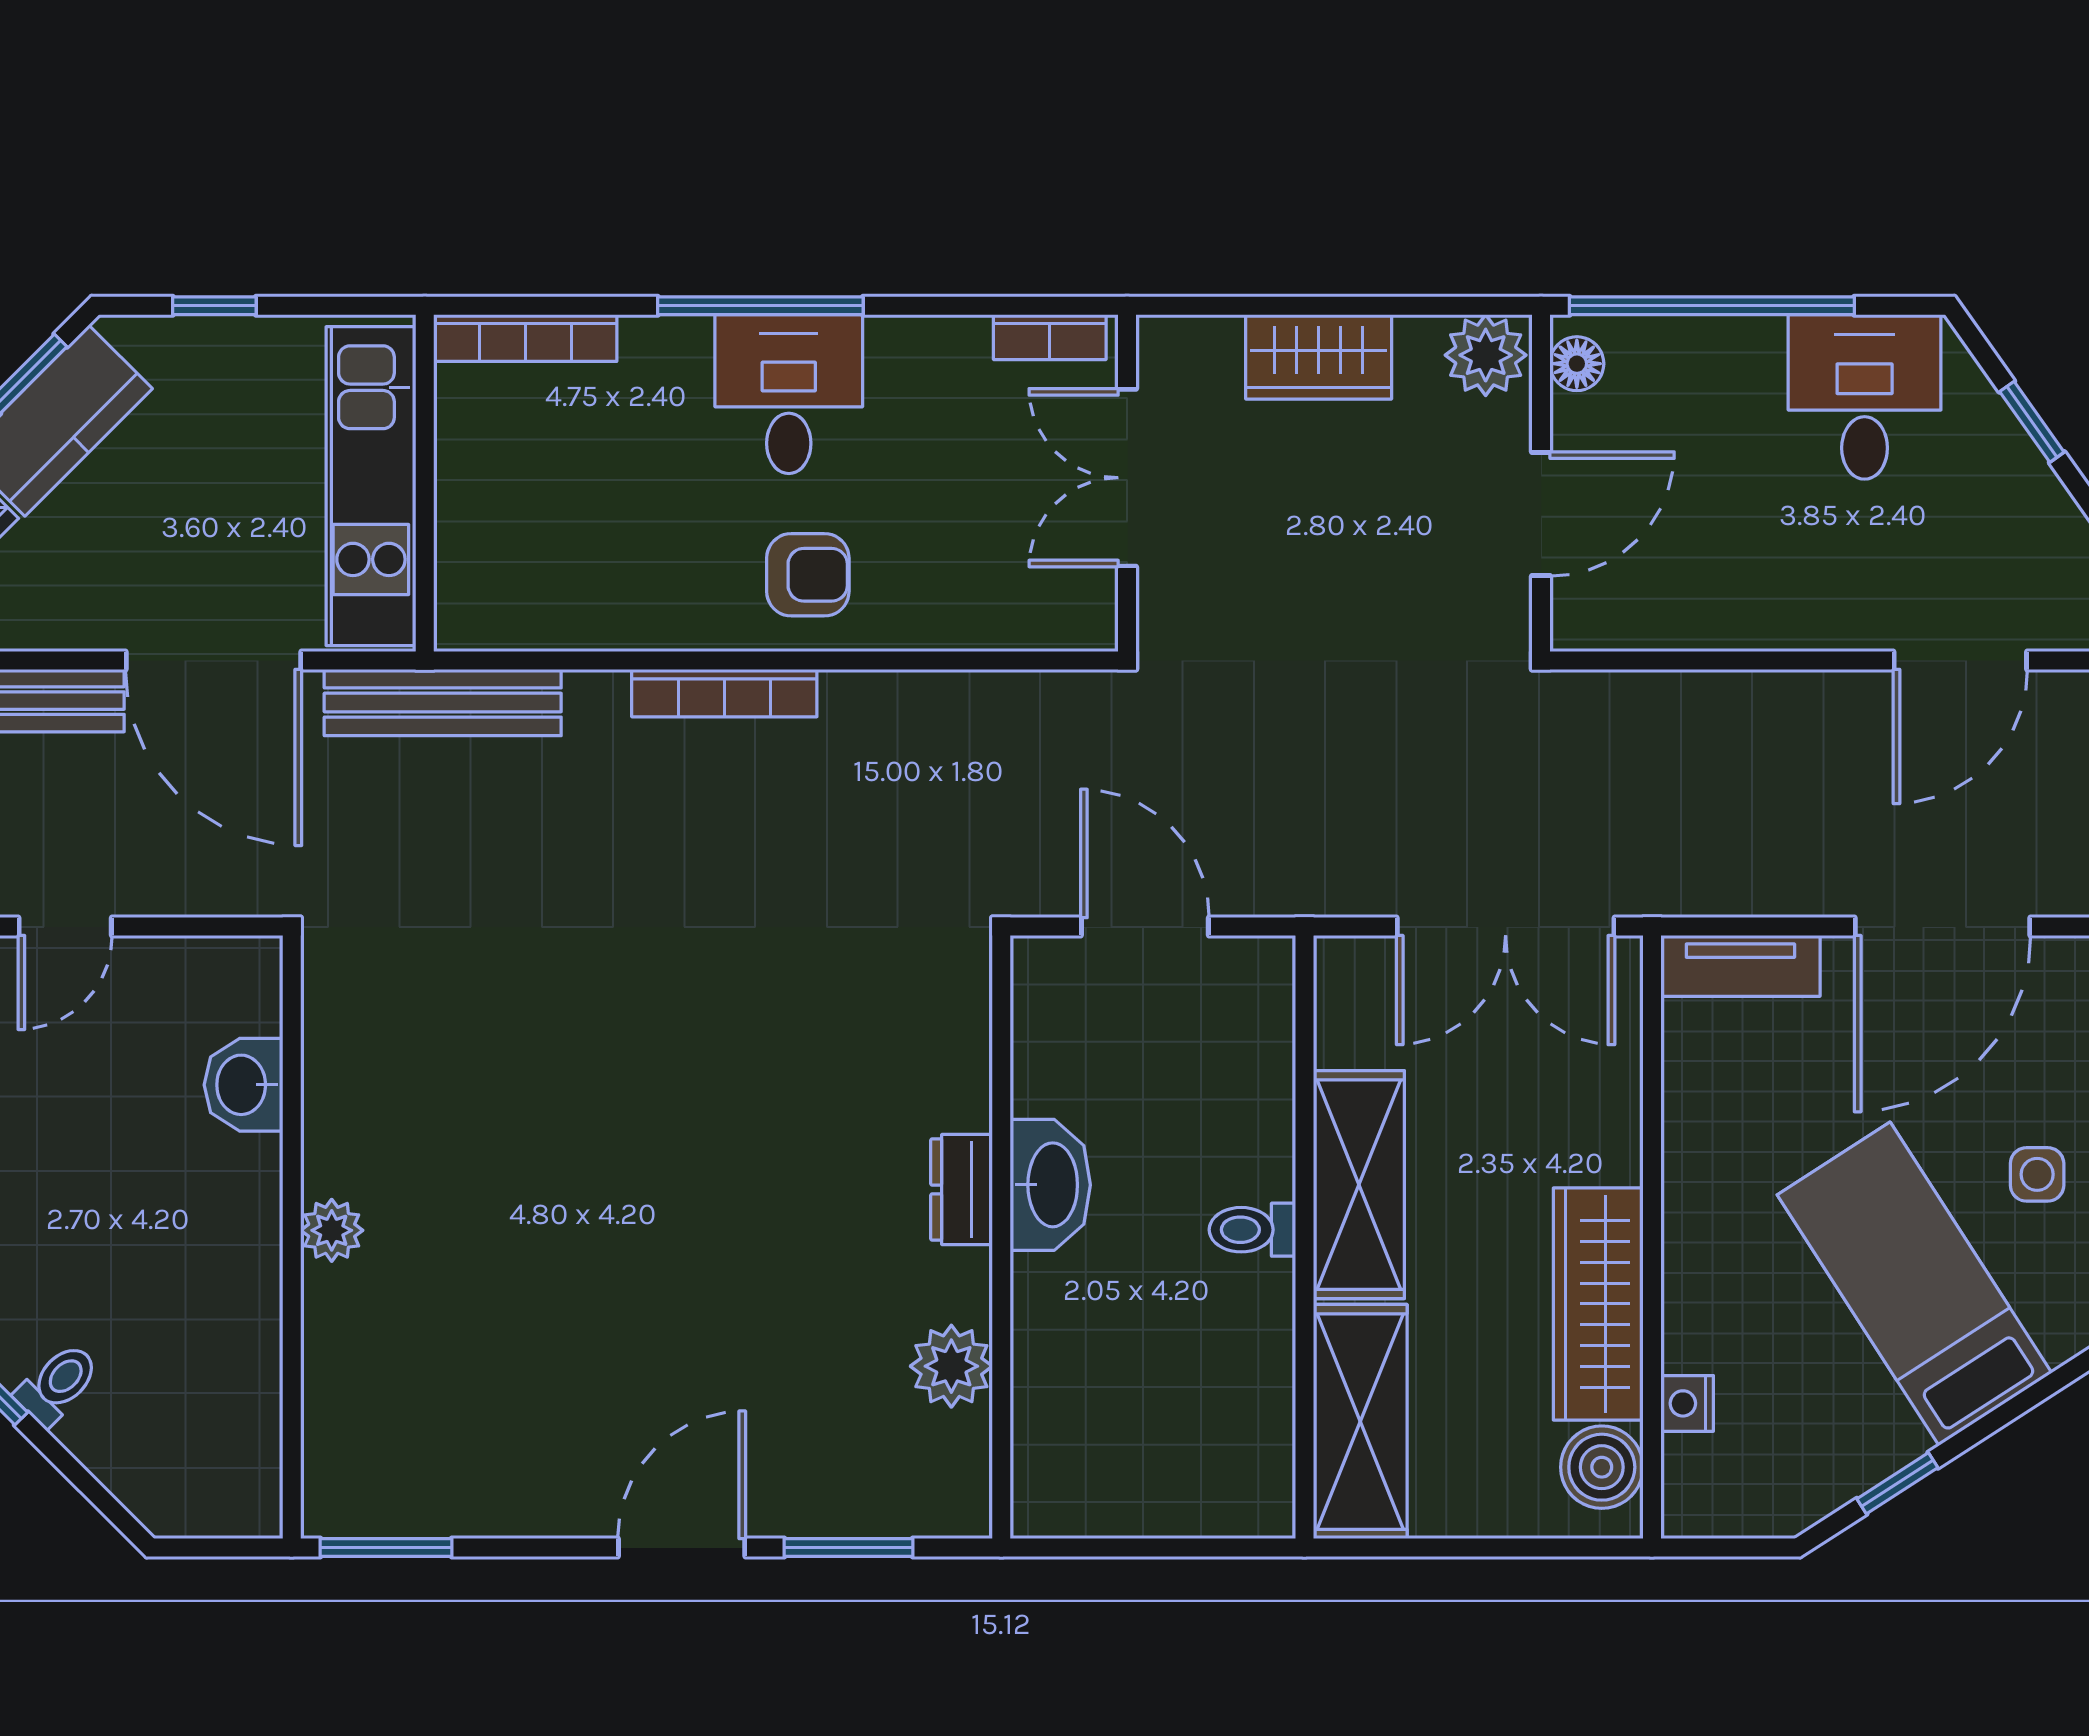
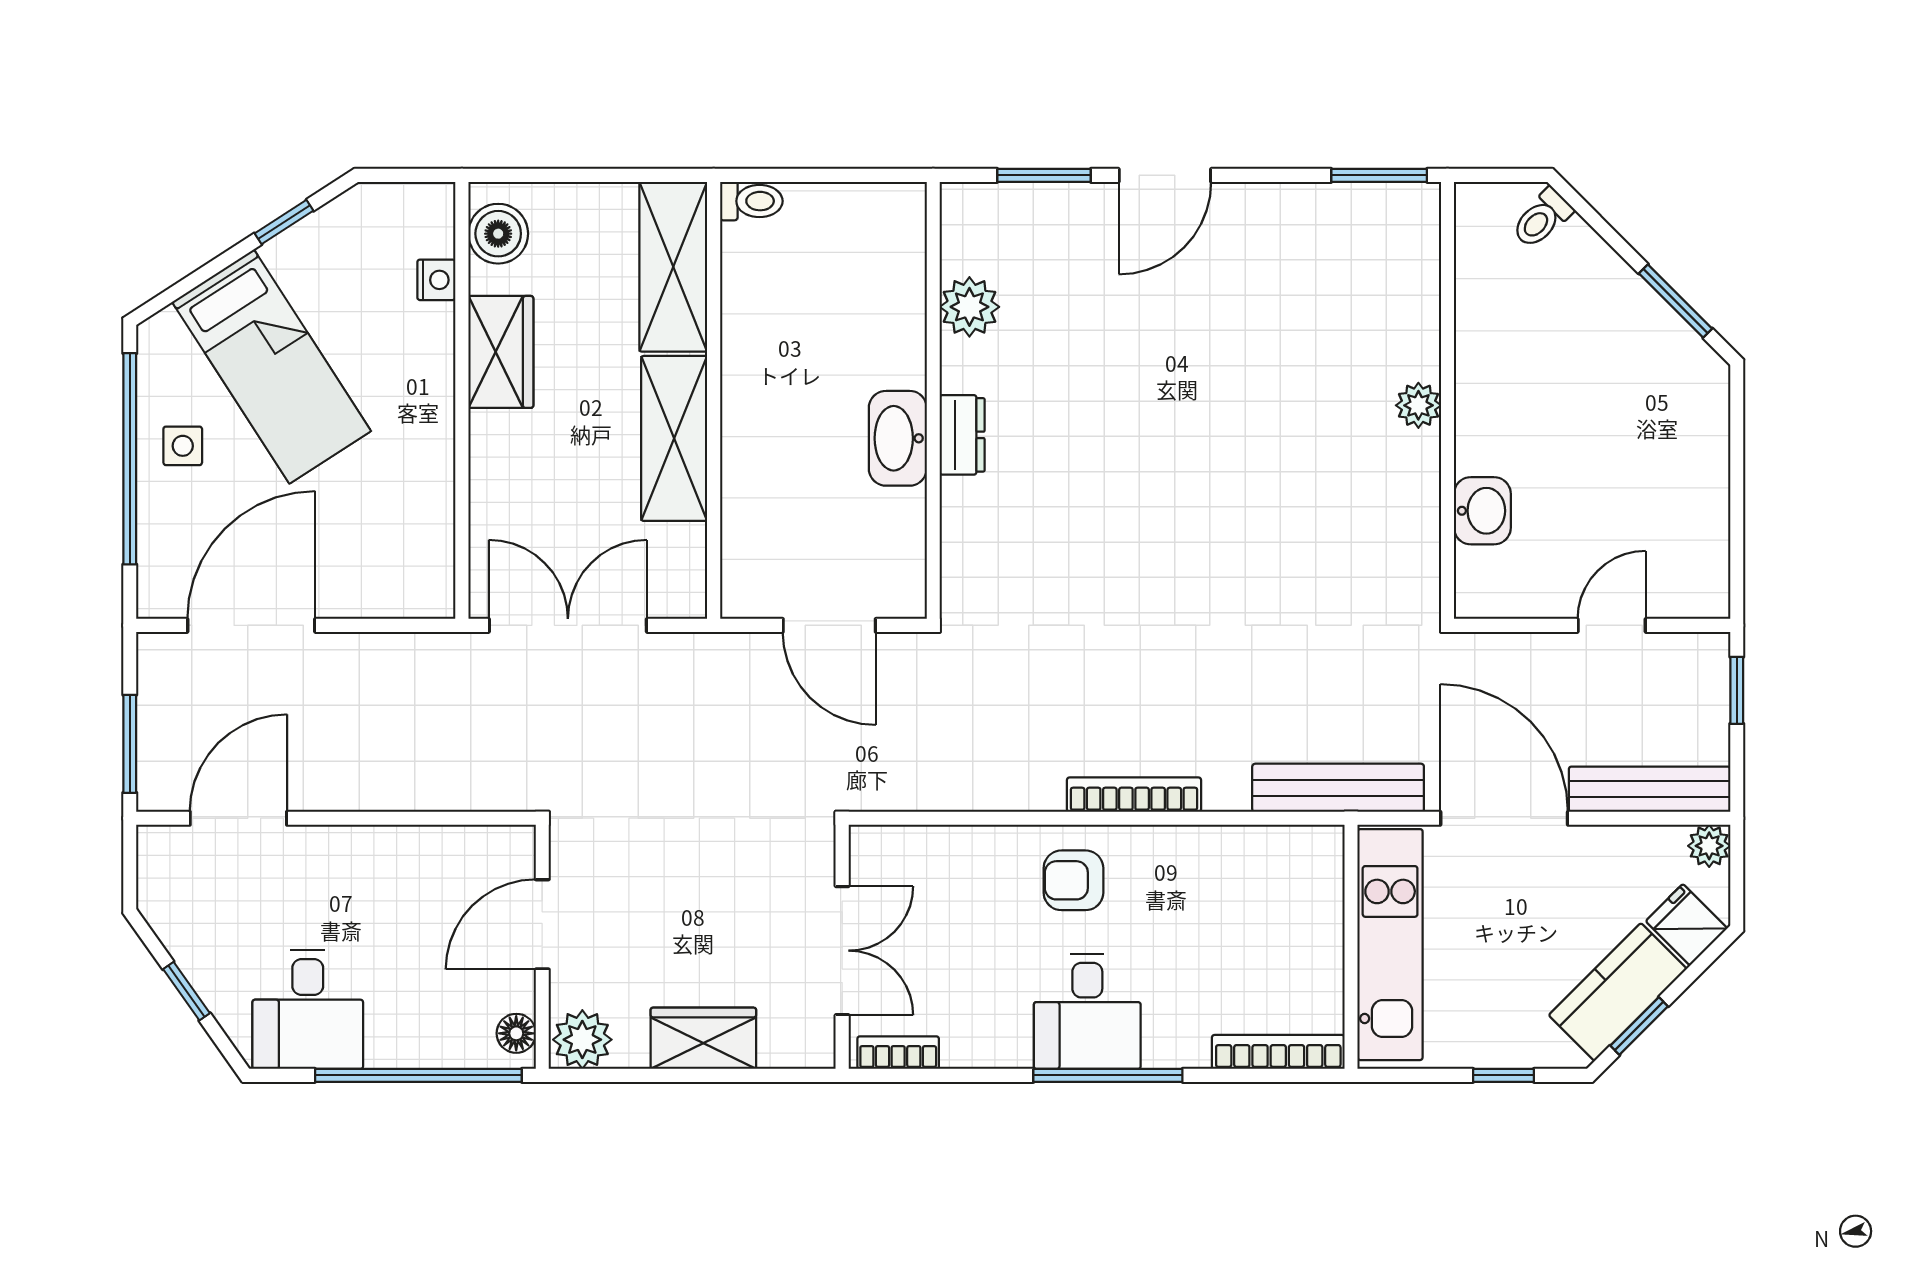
tv unit: (1740, 966) -> (398, 597), removed
toilet: (1252, 1230) -> (751, 201), moved
wardrobe: (1598, 1304) -> (501, 352), width x0.67
toilet: (58, 1384) -> (1542, 218), moved

